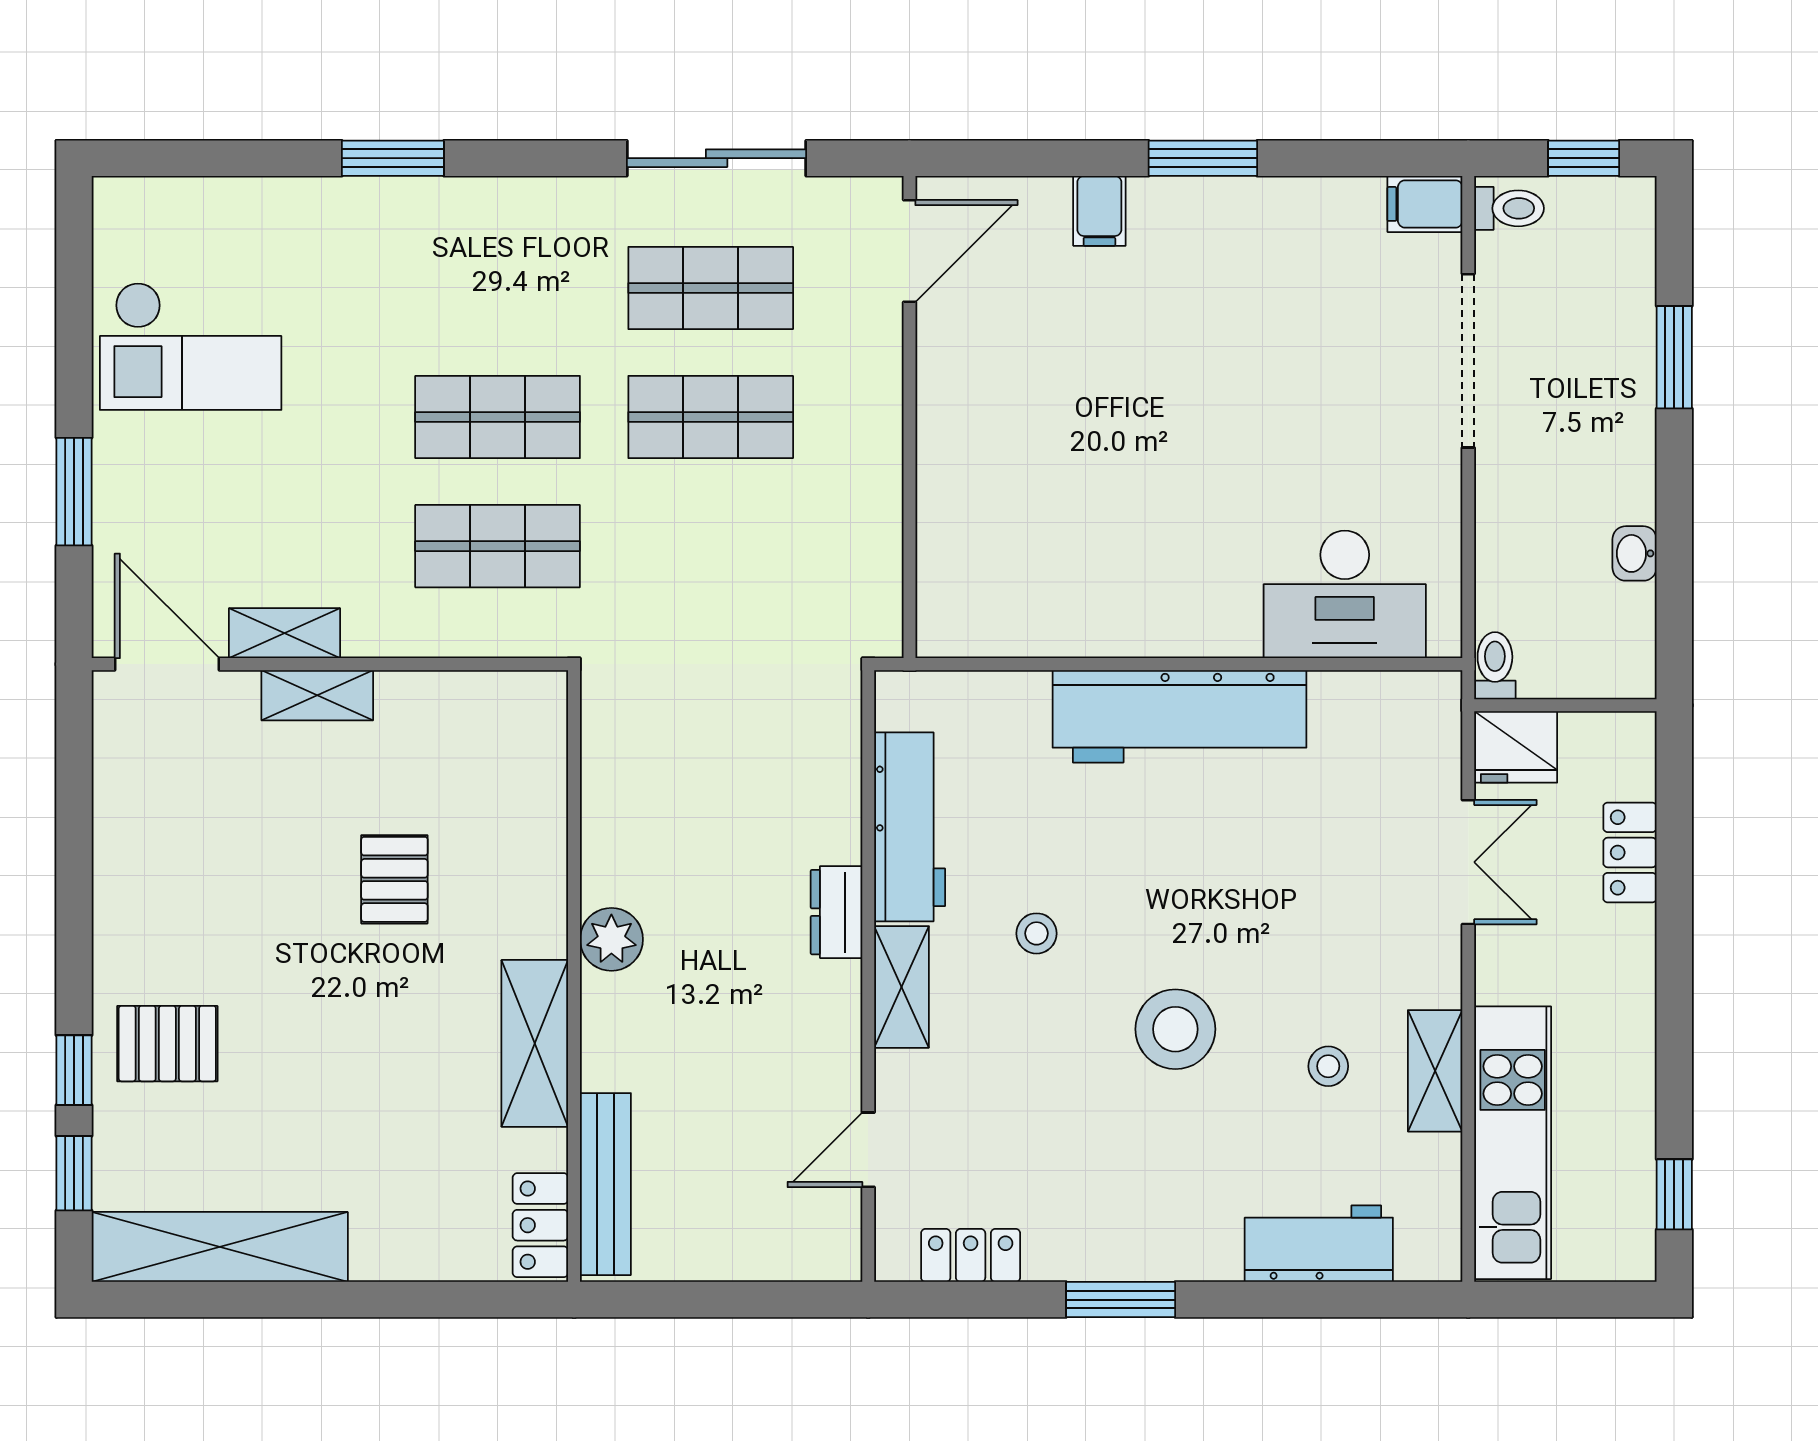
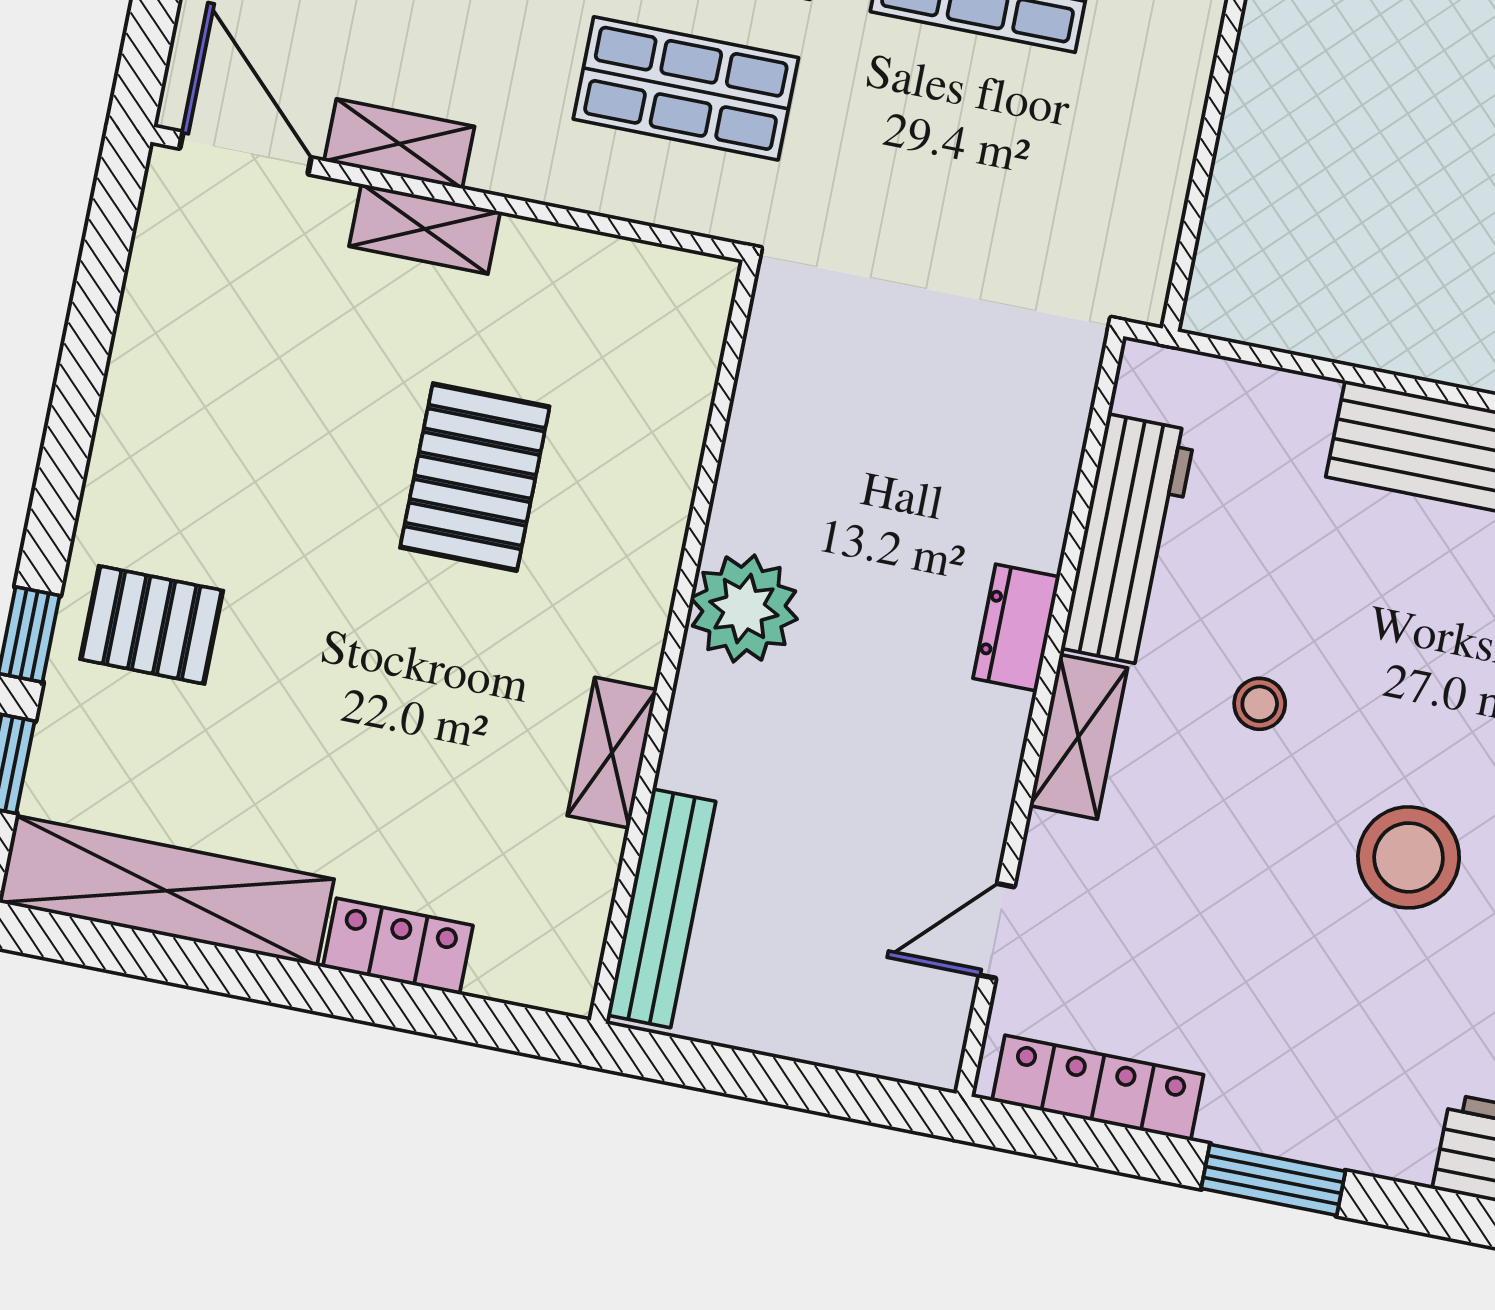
pallet: (394, 879) -> (475, 477), width x1.50, depth x1.42
plant: (611, 939) -> (744, 609), width x1.36, depth x1.36
shelving: (535, 1043) -> (612, 753), width x0.67, depth x0.75
locker: (540, 1225) -> (398, 946), moved, turned 90
locker: (971, 1255) -> (1098, 1088), width x1.53

